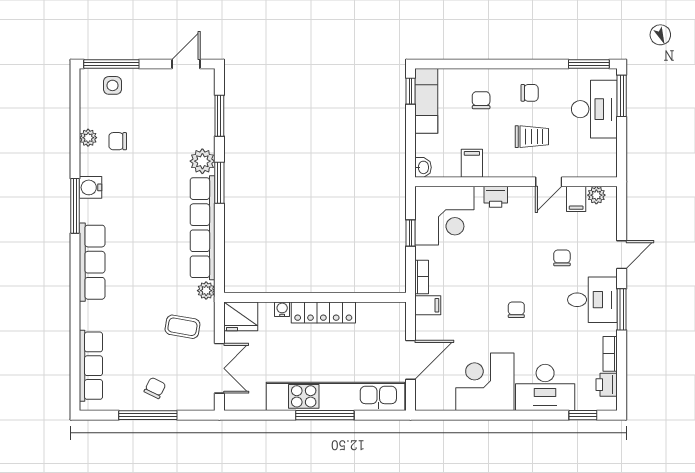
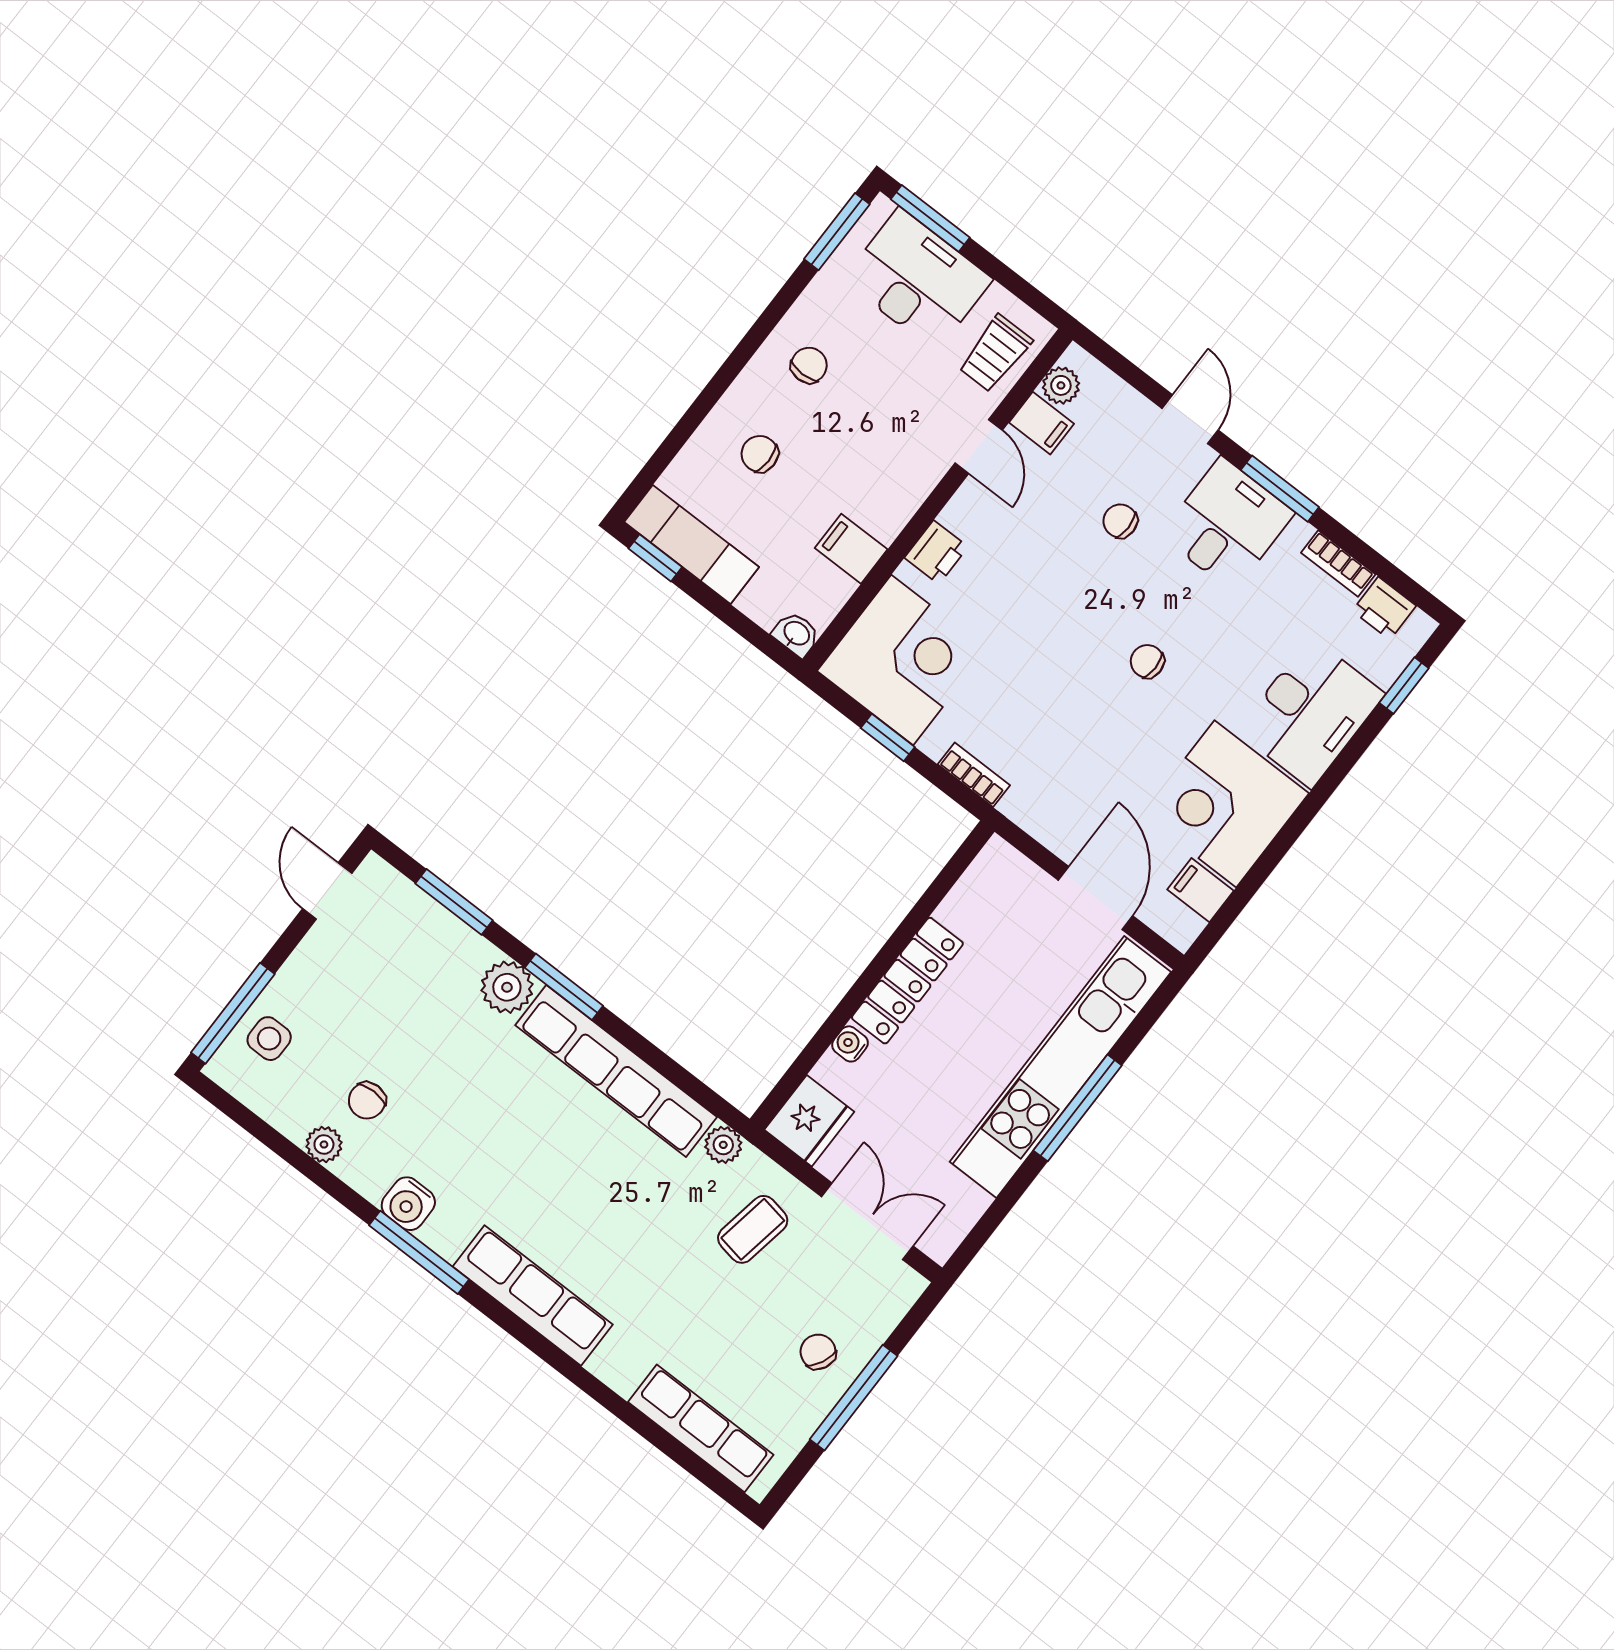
trolley: (532, 137) -> (995, 354), moved, turned 180
filing cabinet: (428, 305) -> (1200, 890), moved, turned -90

